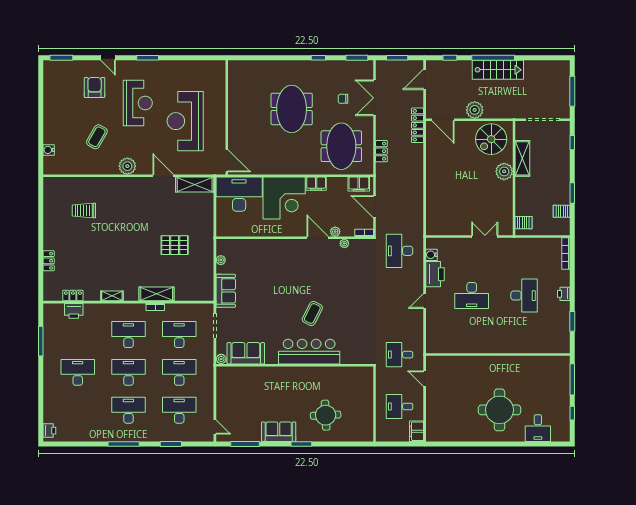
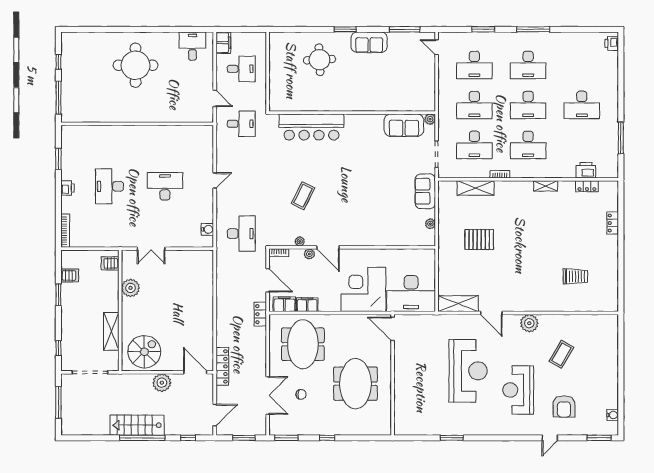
door: (108, 58) -> (550, 438), swing flipped
window: (148, 58) -> (452, 438), moved
wall: (227, 117) -> (393, 375), moved
water cooler: (49, 150) -> (613, 415), moved
locker: (381, 151) -> (260, 314), moved
door: (227, 161) -> (393, 329), moved
plant: (504, 171) -> (131, 288), moved
filing cabinet: (316, 184) -> (307, 305), moved
printer: (435, 274) -> (204, 209), removed
shelving: (157, 294) -> (476, 188), moved
coffee table: (312, 314) -> (303, 196), moved
bar counter: (309, 352) -> (312, 127), moved
desk: (538, 428) -> (192, 46), moved

